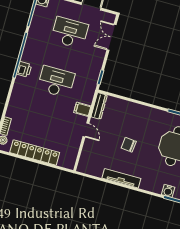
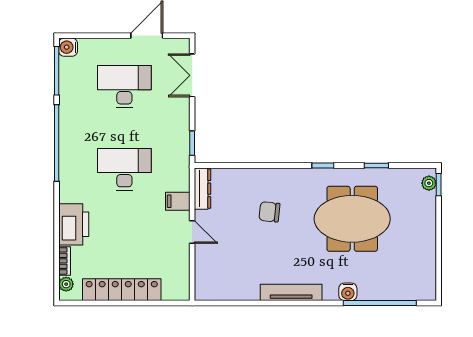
printer: (24, 69) -> (74, 224), moved, width x1.87, depth x1.48
chair: (129, 145) -> (269, 212), moved
tv unit: (121, 178) -> (291, 292), moved

